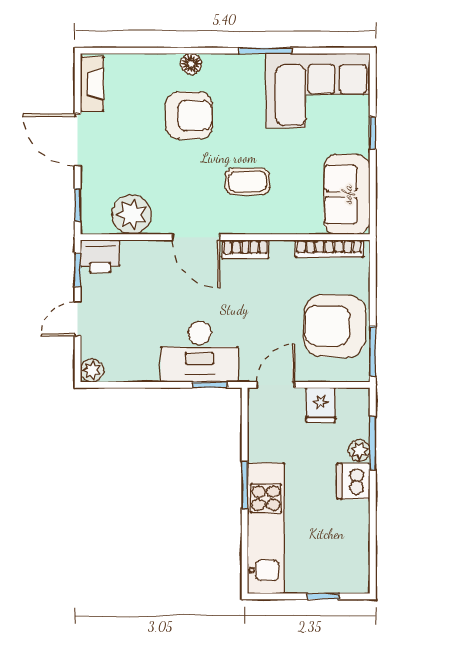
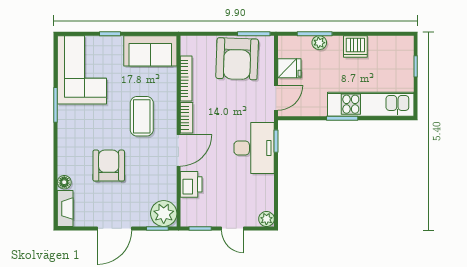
floor lamp: (191, 64) -> (64, 182), moved
fireplace: (92, 84) -> (65, 209), moved, turned 90
armchair: (189, 115) -> (109, 166), moved
coffee table: (248, 181) -> (142, 116), width x1.36, depth x1.30
plant: (132, 215) -> (164, 214), moved
bookcase: (329, 249) -> (186, 78), moved
printer: (100, 256) -> (191, 184), moved
door: (276, 385) -> (276, 98), swing flipped
dishwasher: (353, 481) -> (355, 46), moved

